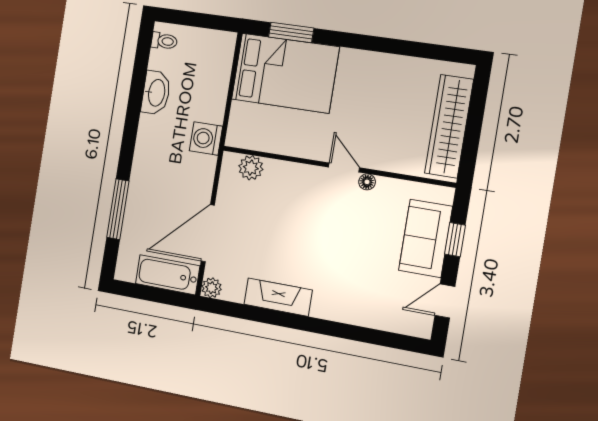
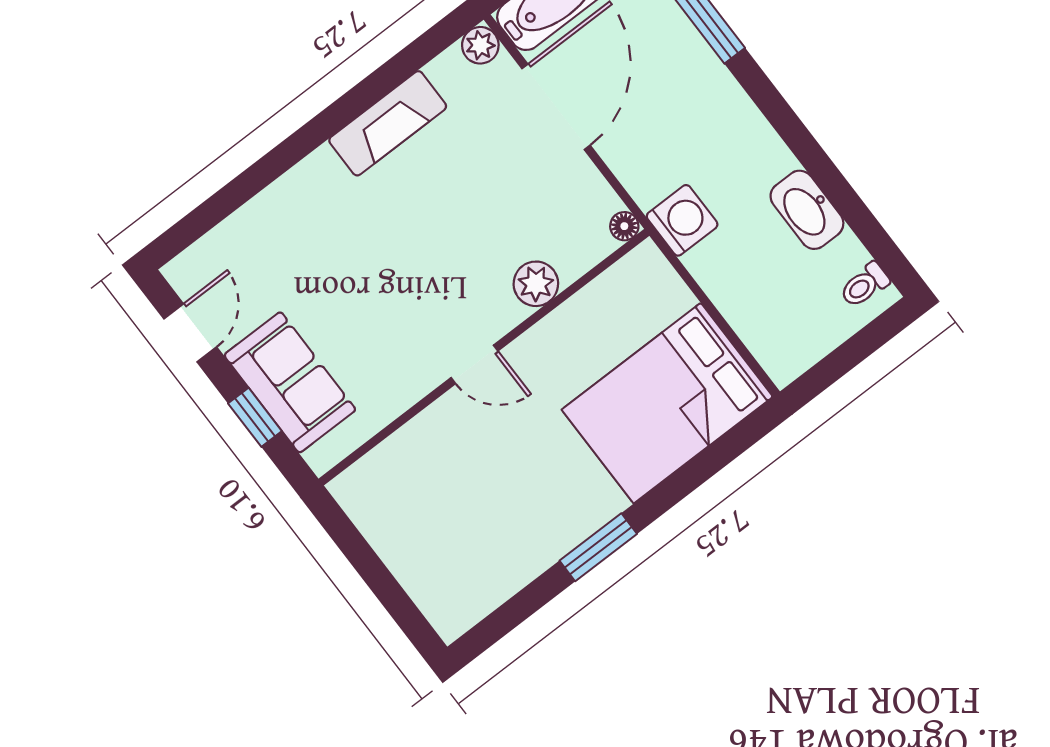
window: (291, 32) -> (598, 547), moved
wardrobe: (449, 126) -> (403, 543), removed
plant: (251, 168) -> (536, 284), moved
floor lamp: (367, 182) -> (624, 226), moved

